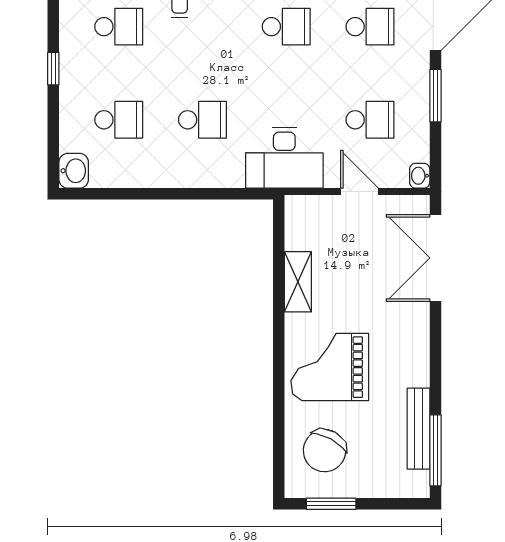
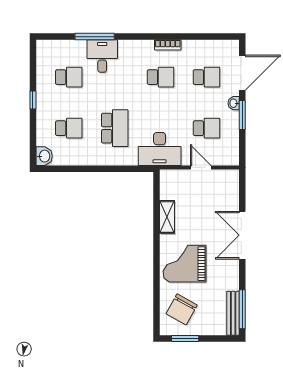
school desk: (202, 120) -> (115, 128), width x1.85
washbasin: (420, 176) -> (234, 103), moved
double door: (435, 258) -> (242, 235), moved
bench: (418, 429) -> (233, 313), moved

